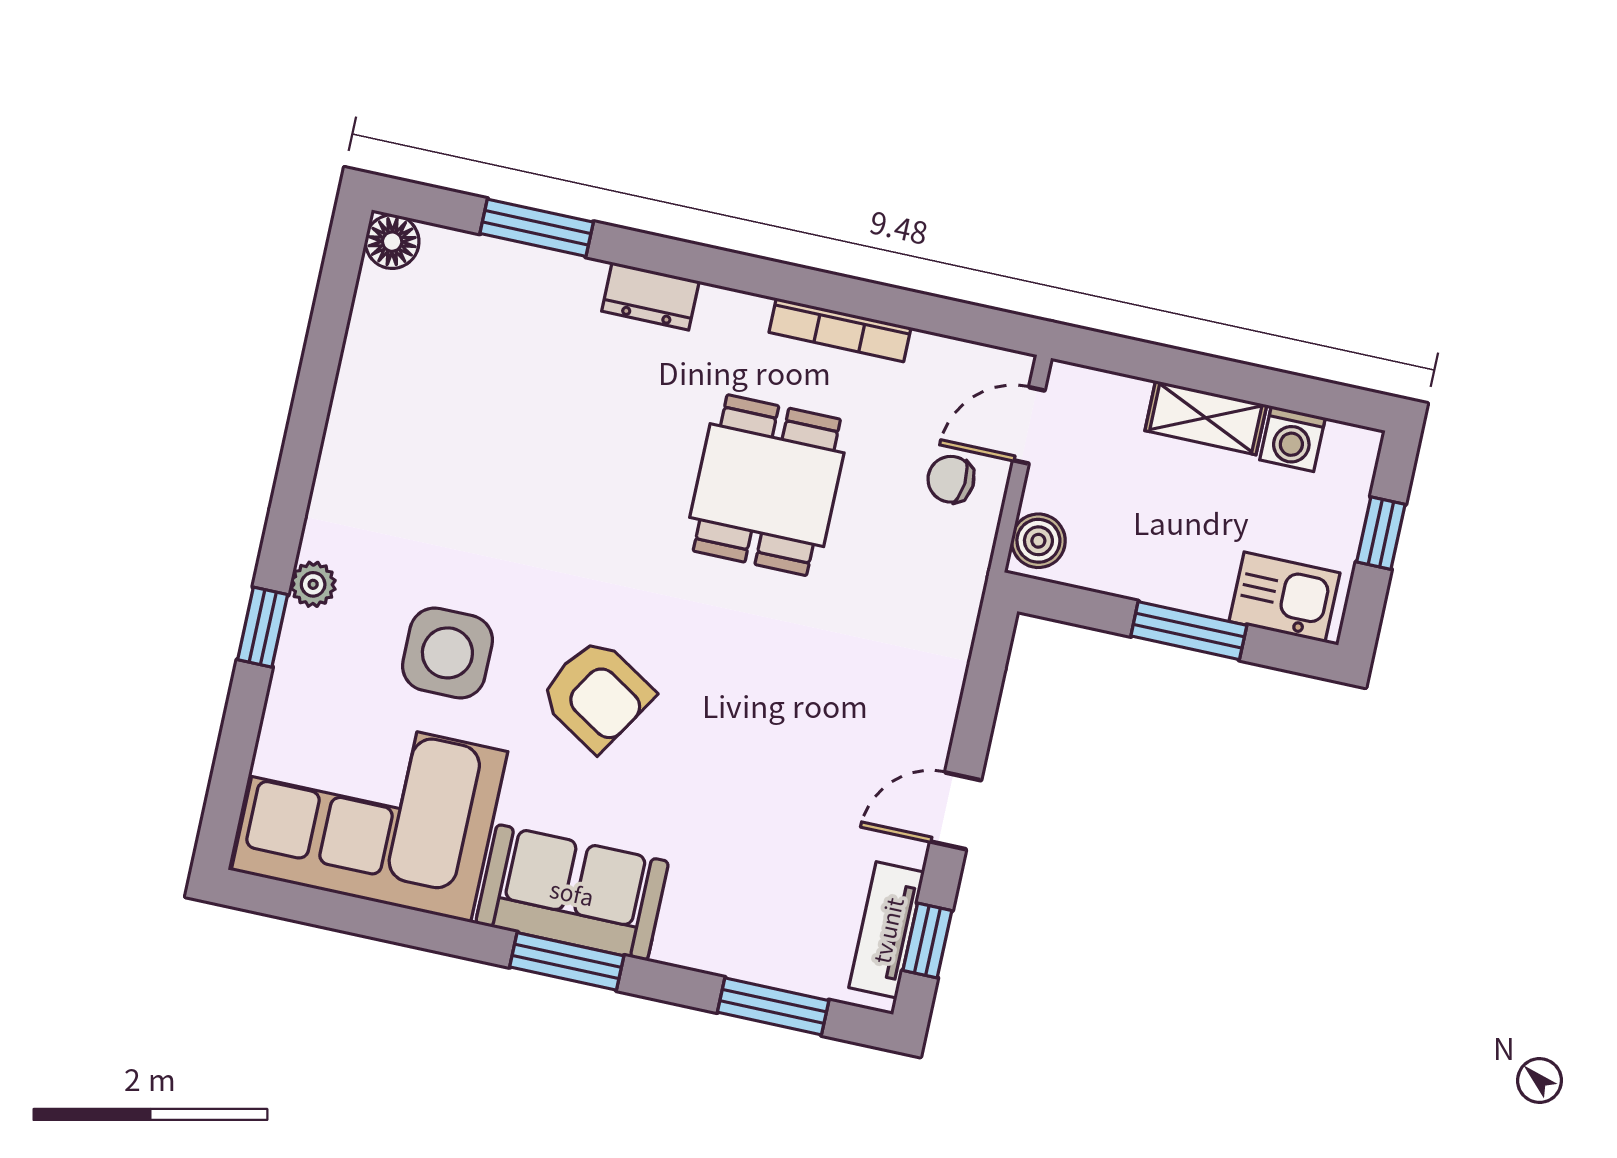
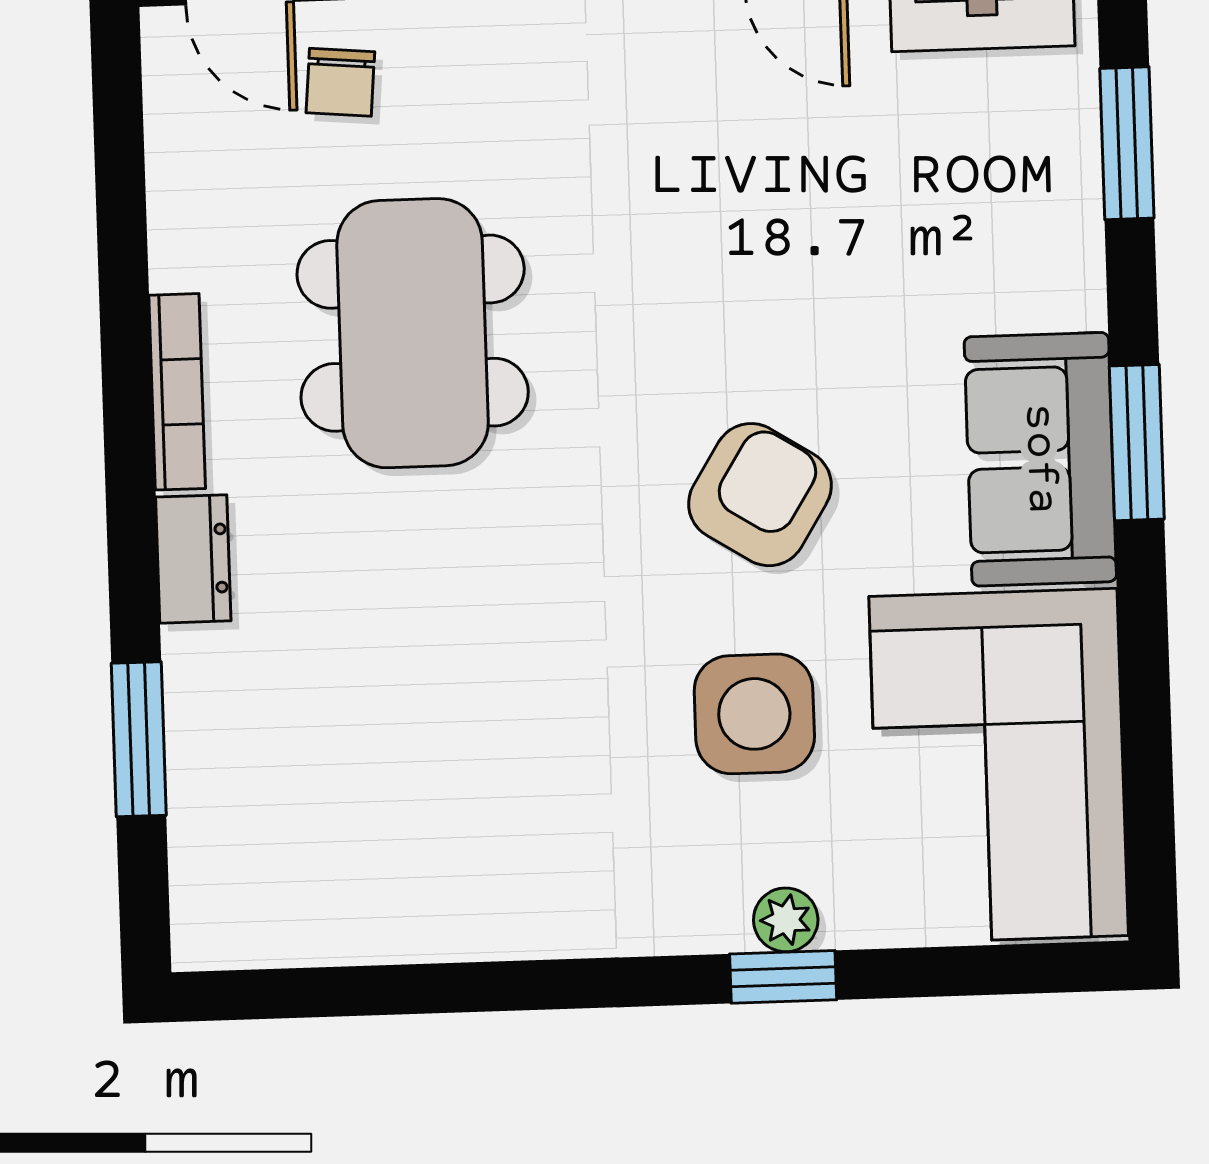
floor lamp: (392, 242) -> (208, 933), removed
bookcase: (840, 330) -> (177, 392), moved
dining table: (767, 485) -> (413, 333), width x1.38
plant: (313, 584) -> (786, 920), moved

